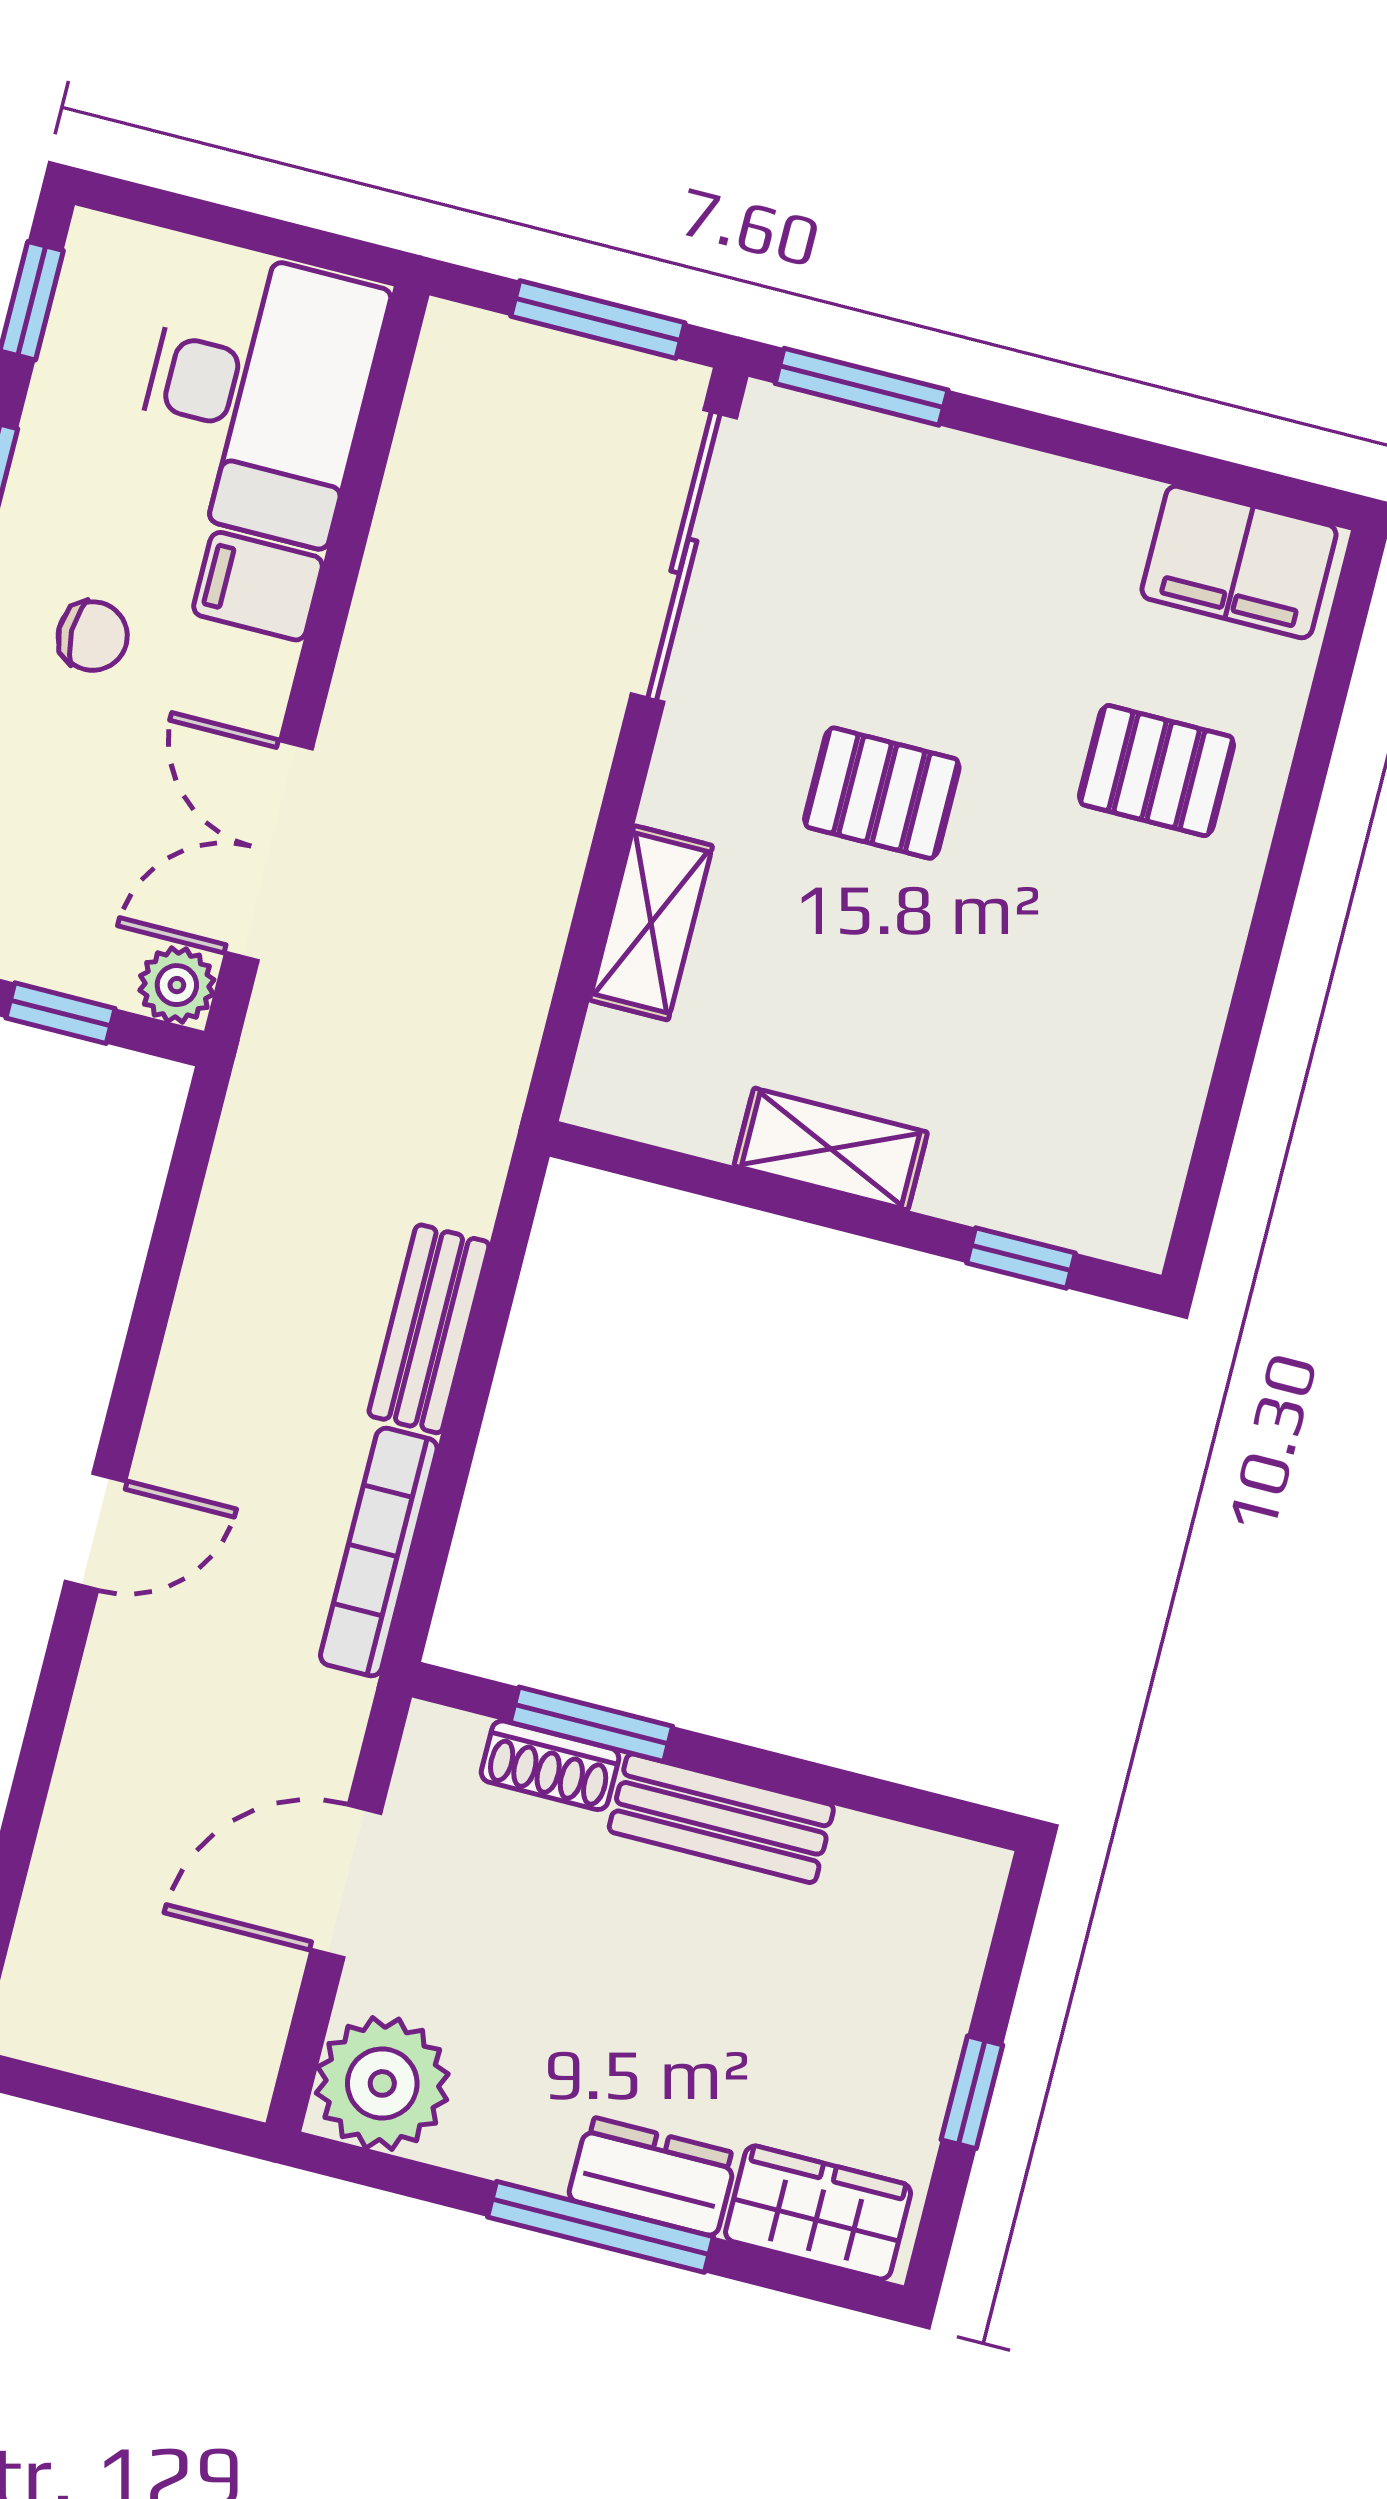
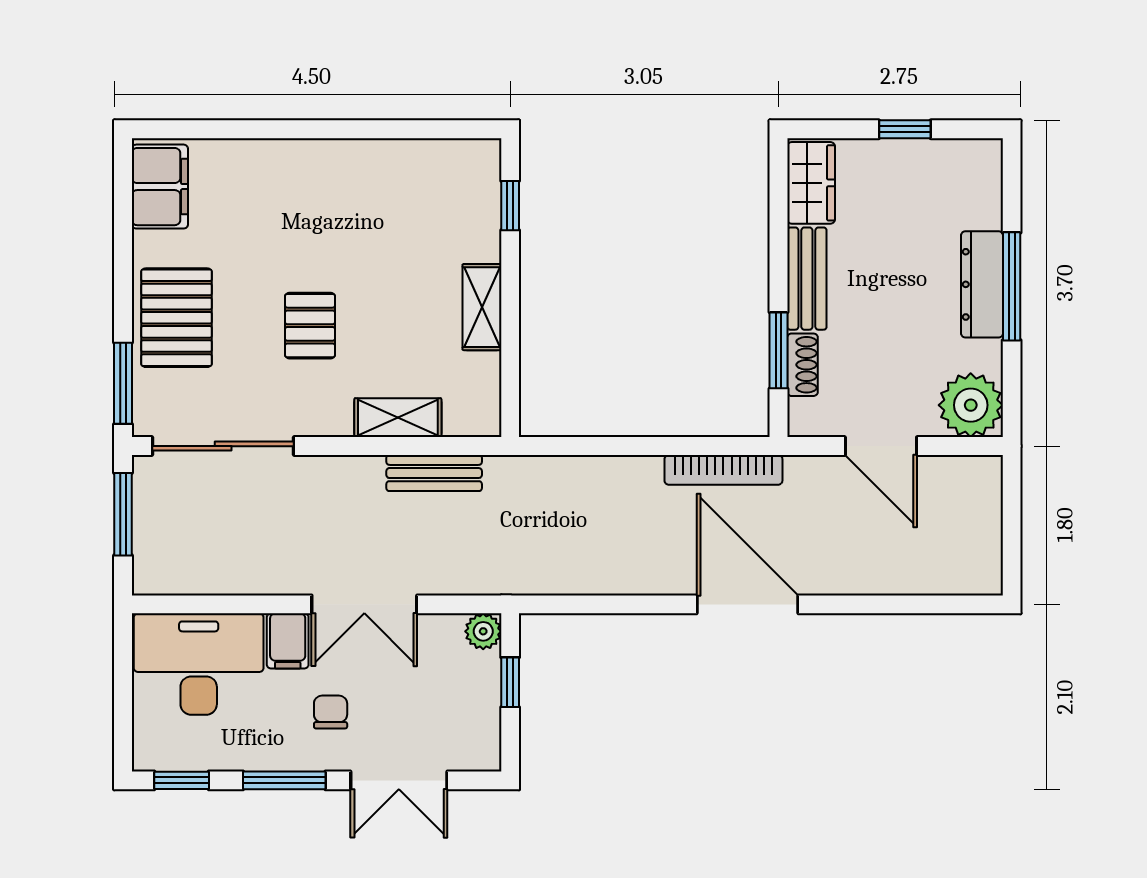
pallet: (1157, 771) -> (177, 318), moved, width x1.50, depth x1.42
double door: (269, 851) -> (364, 604), moved
bench: (429, 1329) -> (434, 473), moved
door: (95, 1531) -> (748, 604), width x1.88
dresser: (652, 2177) -> (982, 284), width x1.44
wardrobe: (818, 2213) -> (811, 183), moved, turned 180

